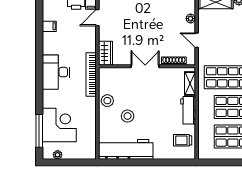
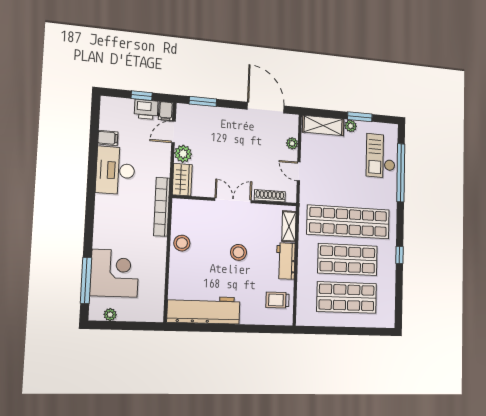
plant: (105, 33) -> (183, 154), added
desk: (56, 72) -> (115, 170), moved
stool: (128, 116) -> (238, 252), moved

